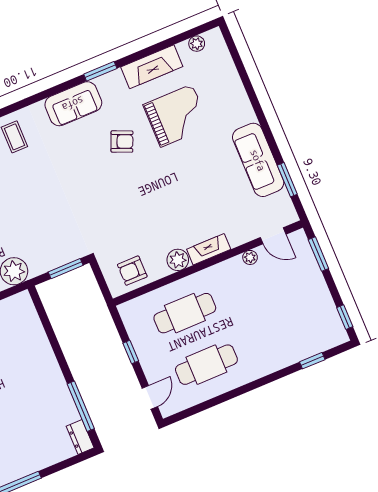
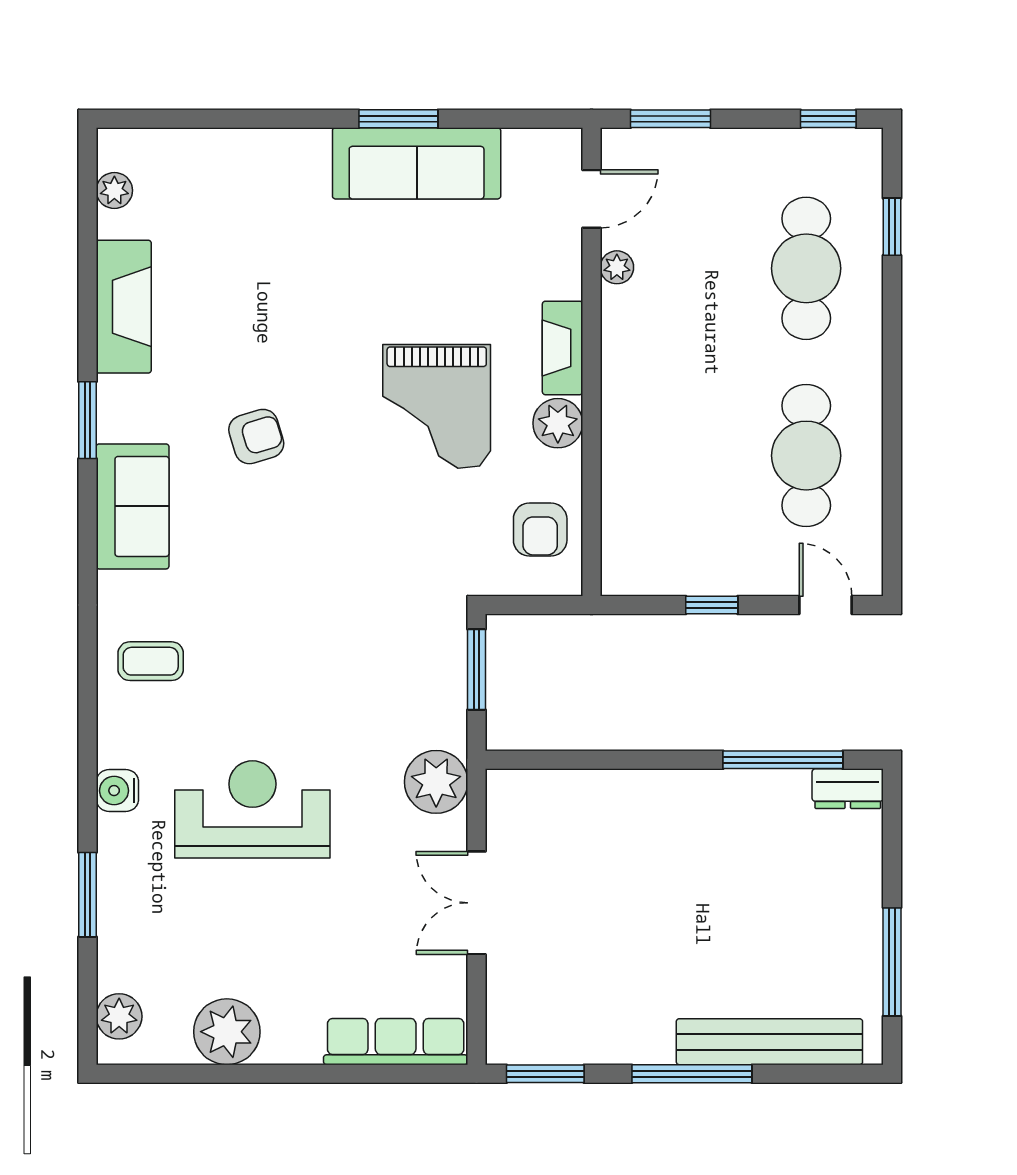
grand piano: (176, 116) -> (437, 406), moved, turned 180
armchair: (122, 142) -> (256, 437), turned 50
window: (287, 180) -> (398, 119), moved
cafe table: (185, 313) -> (806, 268), moved

